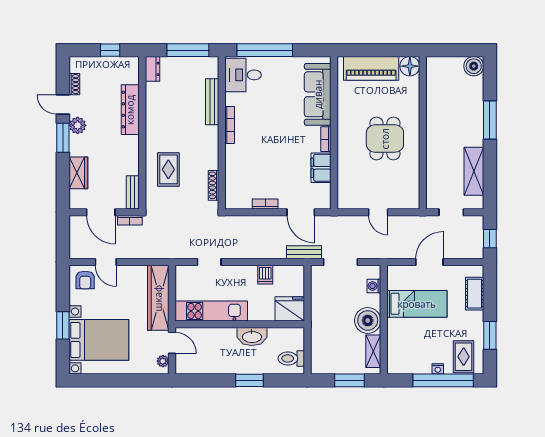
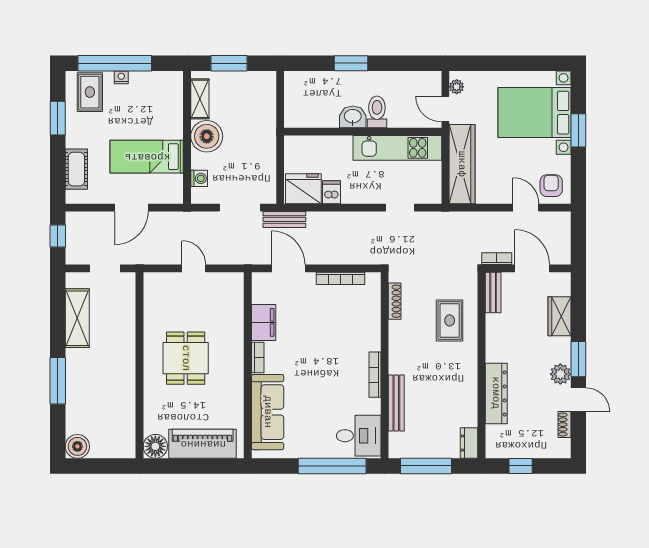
bookcase: (265, 204) -> (341, 278), width x1.56
fridge: (290, 309) -> (303, 189), moved, turned 180
washbasin: (252, 336) -> (353, 117), width x0.72
toilet: (291, 358) -> (377, 112), moved, turned -90

